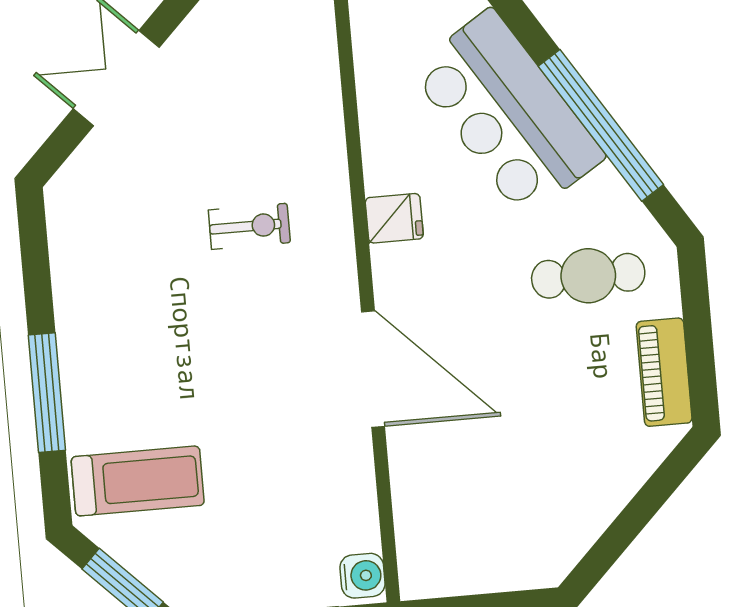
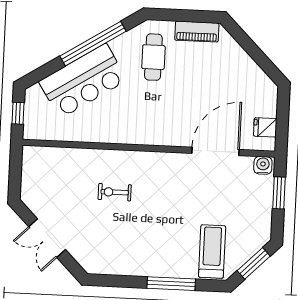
fridge: (394, 218) -> (265, 127), moved, turned -90
exercise bike: (249, 226) -> (115, 192), turned -90
door: (373, 369) -> (216, 151), moved

